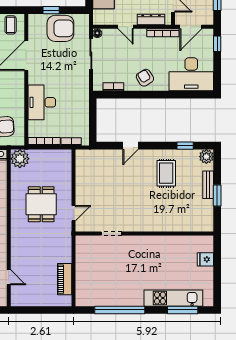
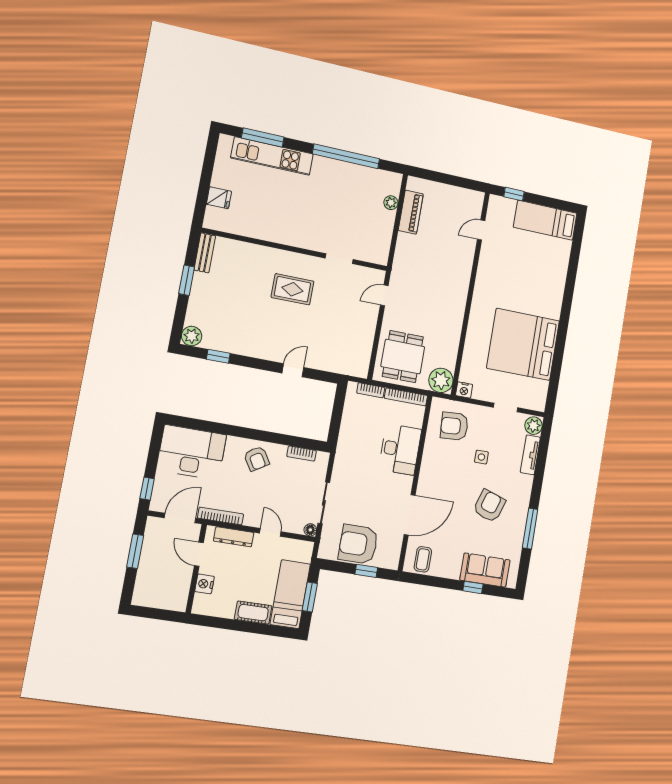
rug: (166, 173) -> (292, 289), moved, turned 90
bench: (208, 185) -> (205, 253), moved
dining table: (41, 204) -> (403, 357), moved
door: (9, 277) -> (481, 230), hinge flipped
plant: (81, 283) -> (391, 203), added

